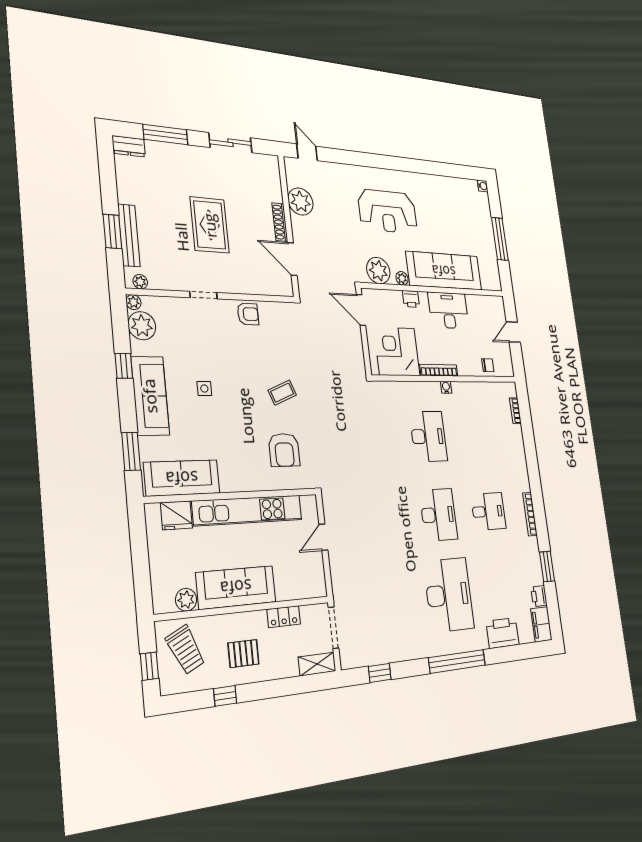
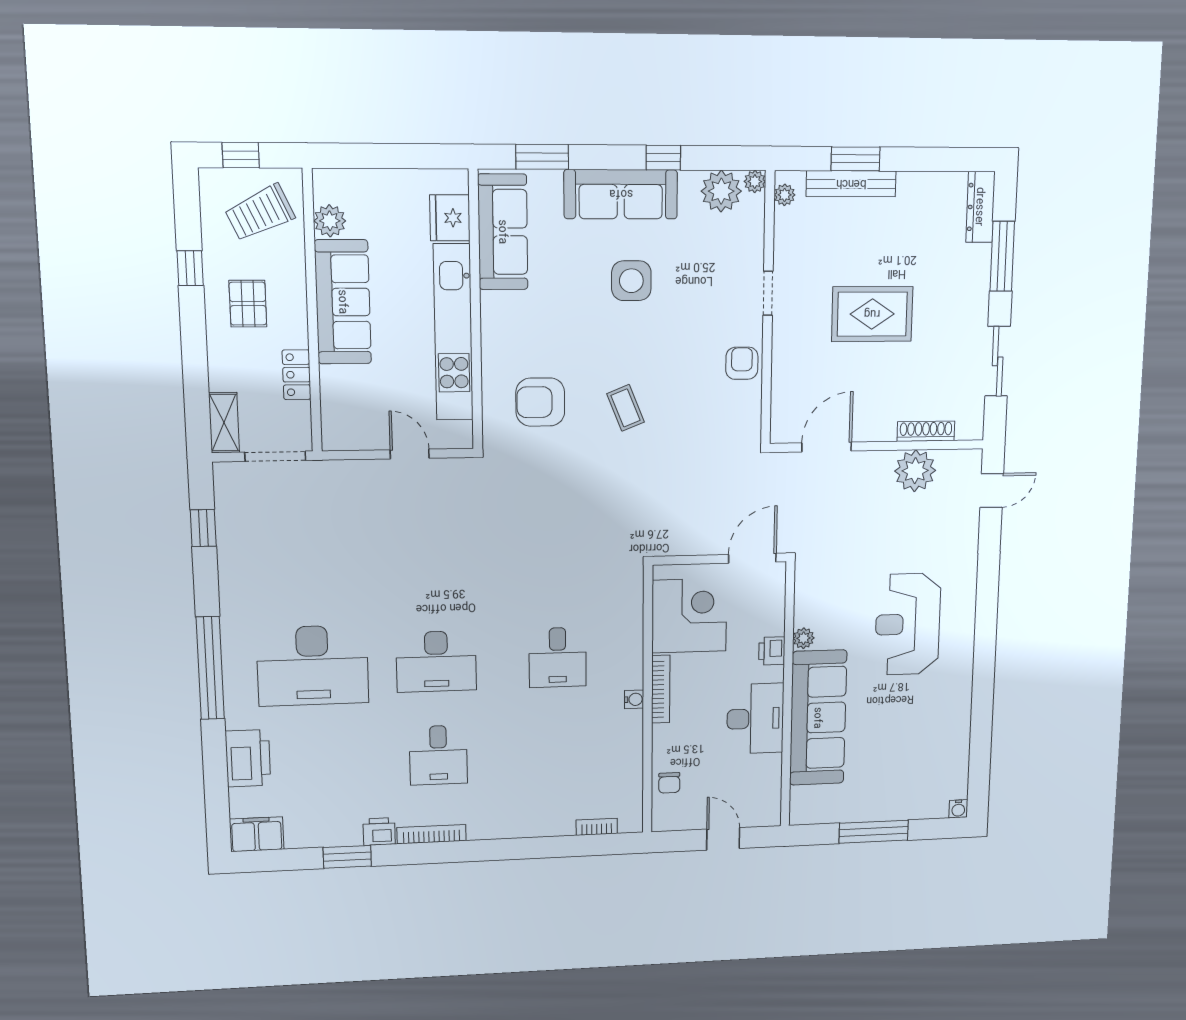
dresser: (129, 146) -> (980, 207), width x1.44
shoe rack: (280, 222) -> (926, 431), moved
plant: (378, 271) -> (814, 596), removed
armchair: (248, 314) -> (742, 363), turned 180
side table: (204, 389) -> (631, 281), width x1.87, depth x1.87
desk: (428, 436) -> (558, 657), width x0.73
printer: (539, 596) -> (379, 832), moved

